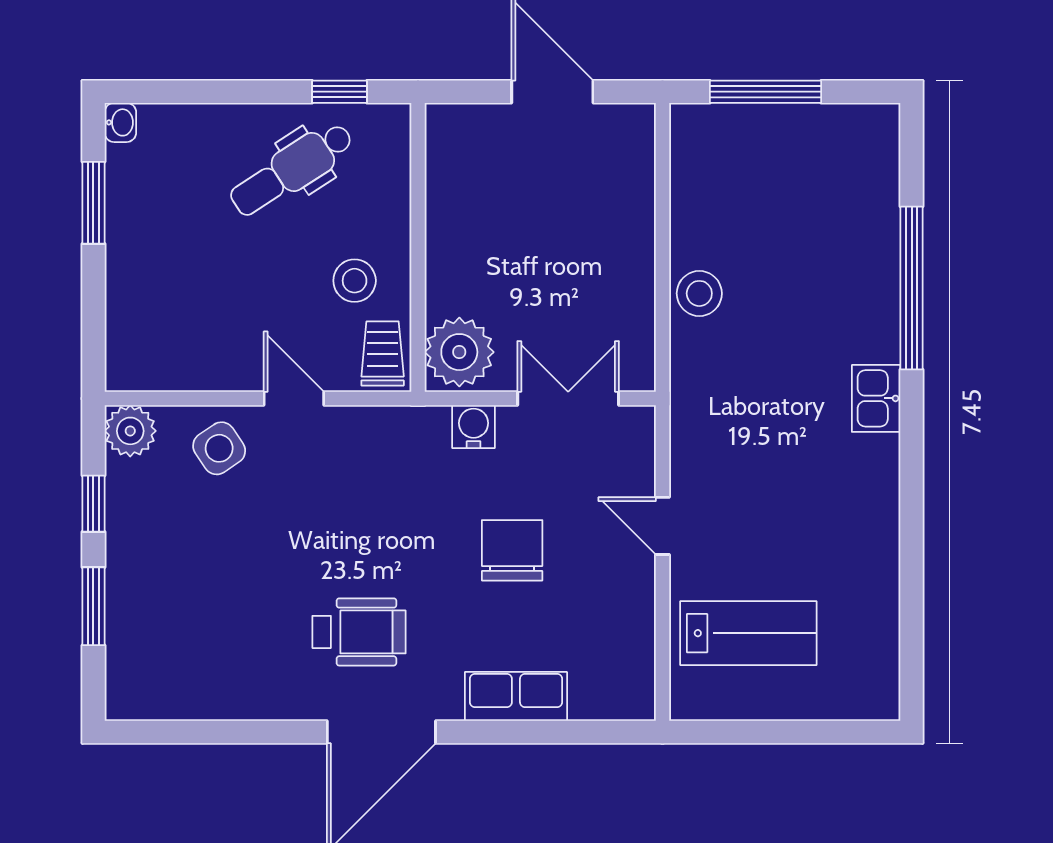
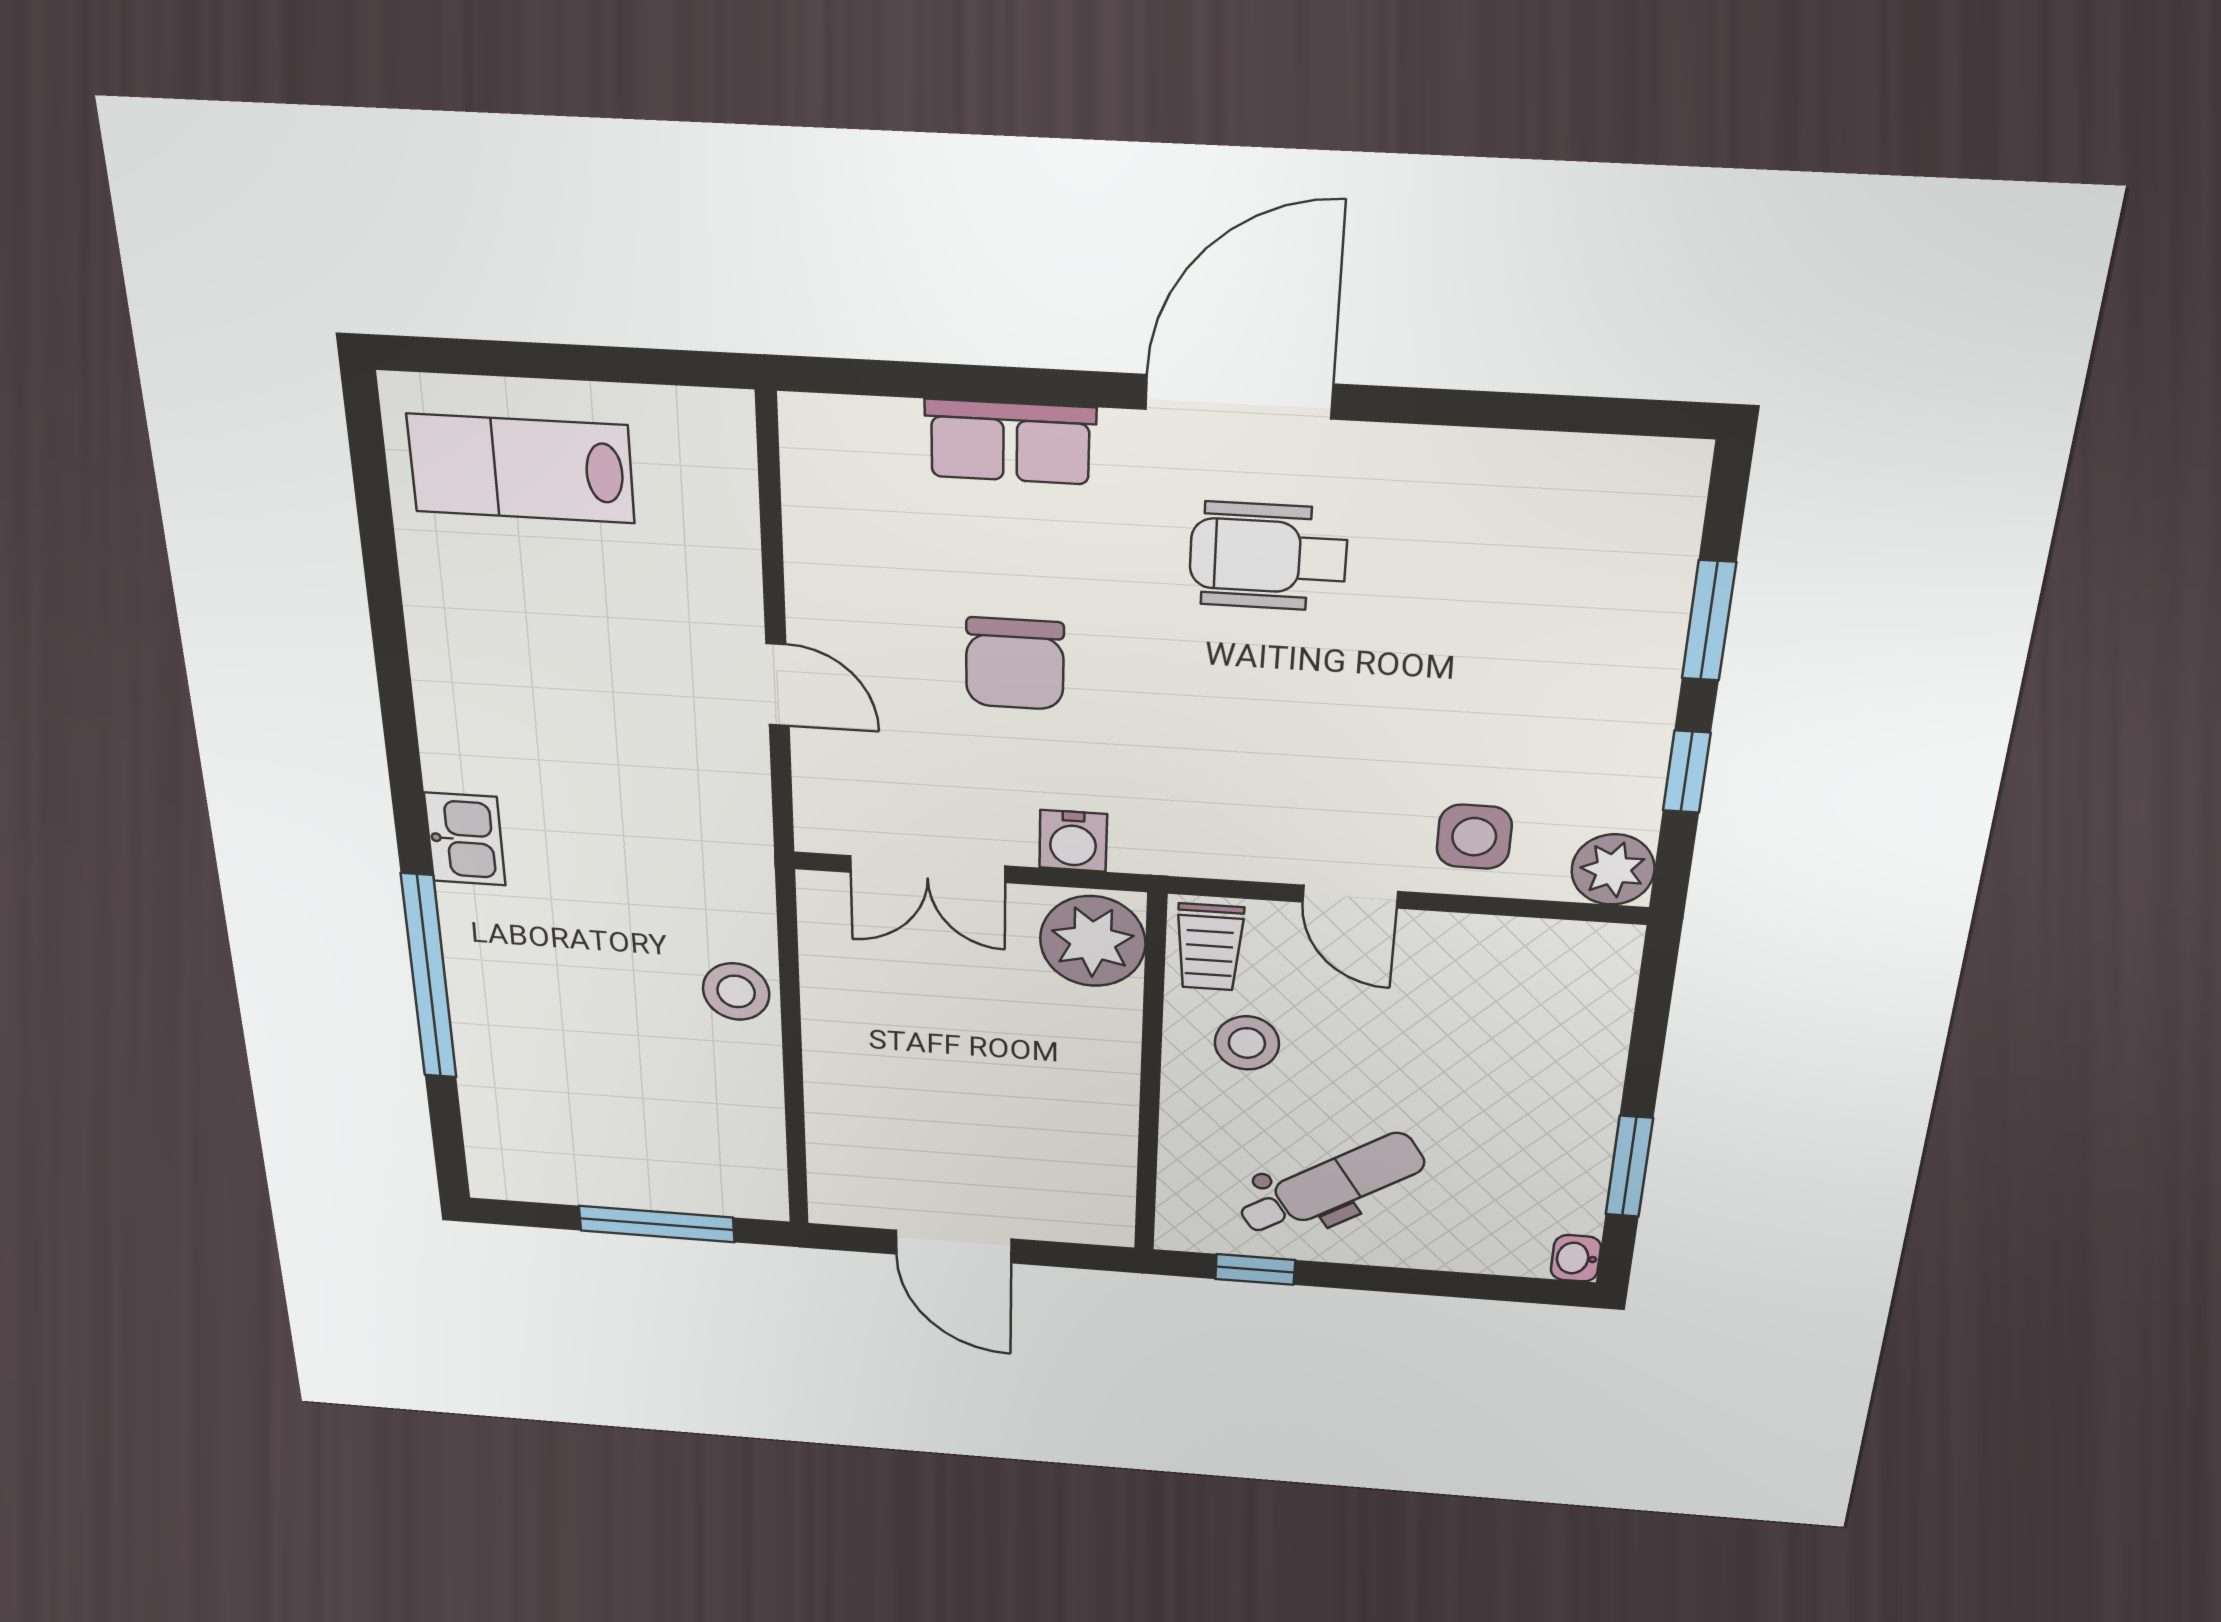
side table: (219, 448) -> (1474, 837), turned 34
lab bench: (748, 633) -> (521, 468), moved

